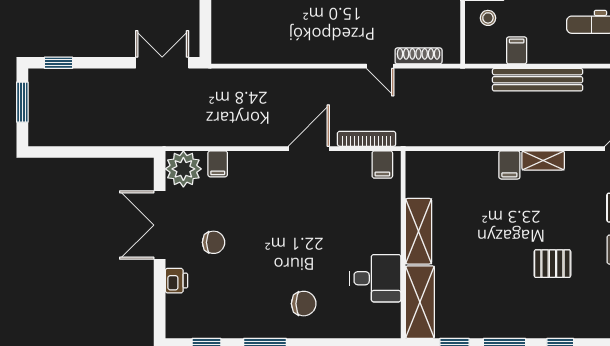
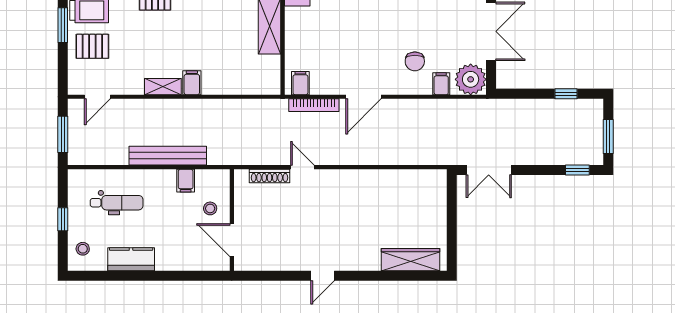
window: (72, 152) -> (566, 94), added
chair: (214, 242) -> (415, 61), moved, turned -90

